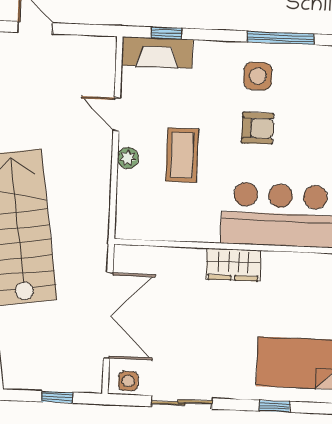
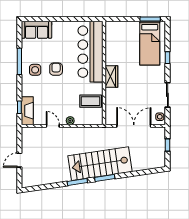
door: (117, 114) -> (53, 126), swing flipped
coffee table: (182, 155) -> (91, 101), moved

